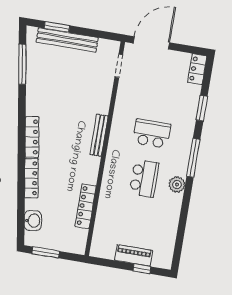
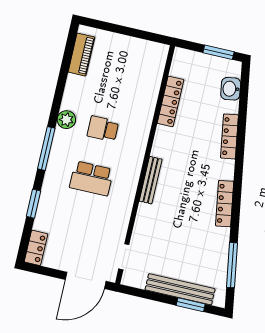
locker: (32, 137) -> (225, 204), moved
school desk: (144, 178) -> (103, 129), width x0.54
piano: (134, 255) -> (81, 55), moved, turned -90
window: (142, 269) -> (111, 27), removed

